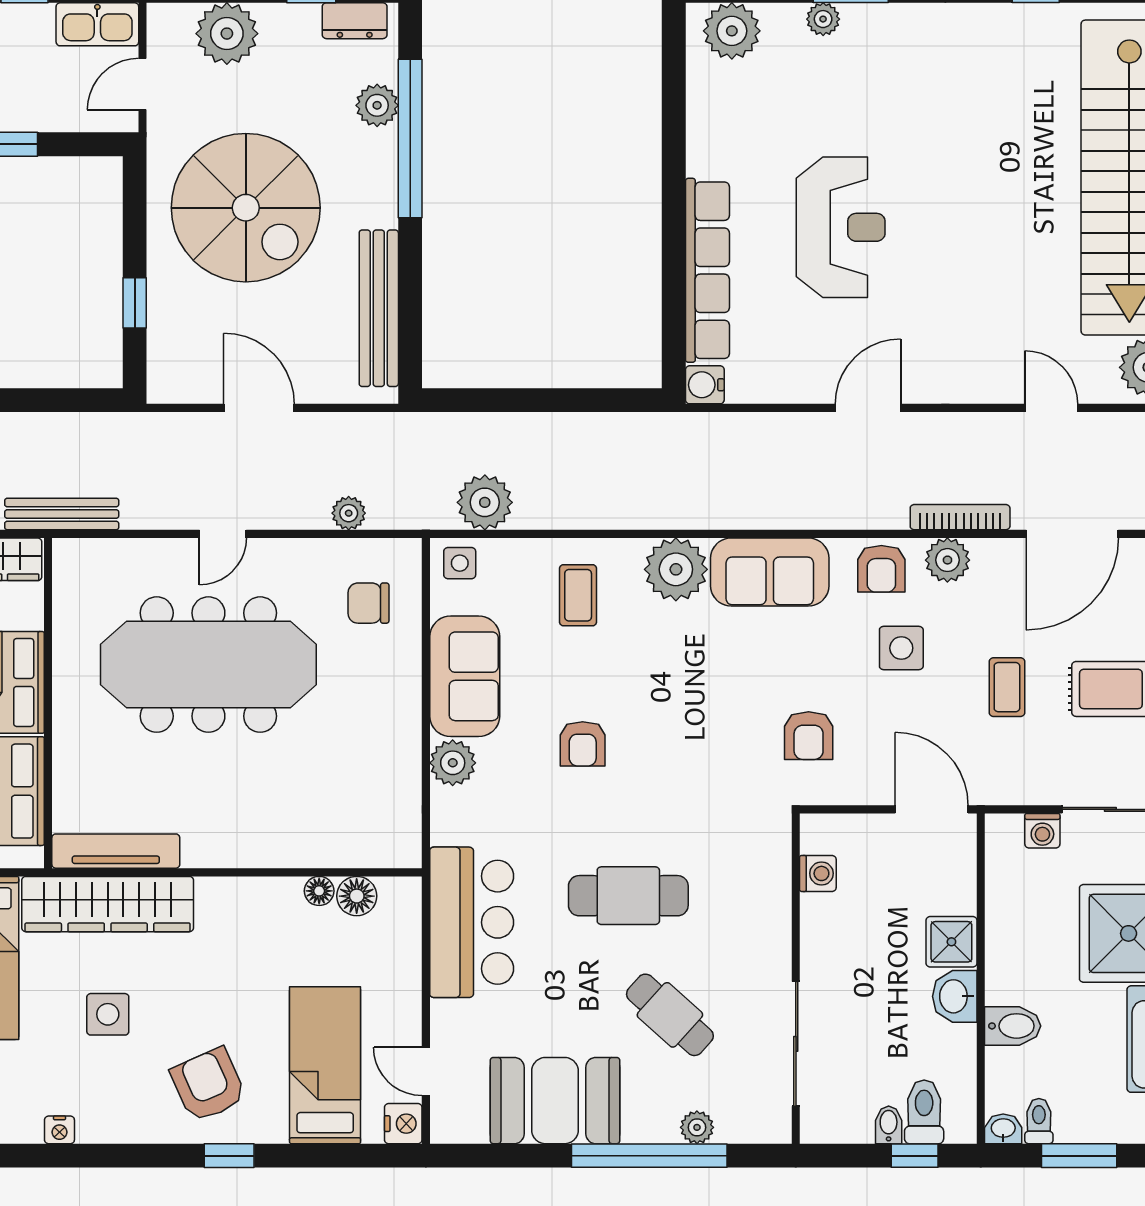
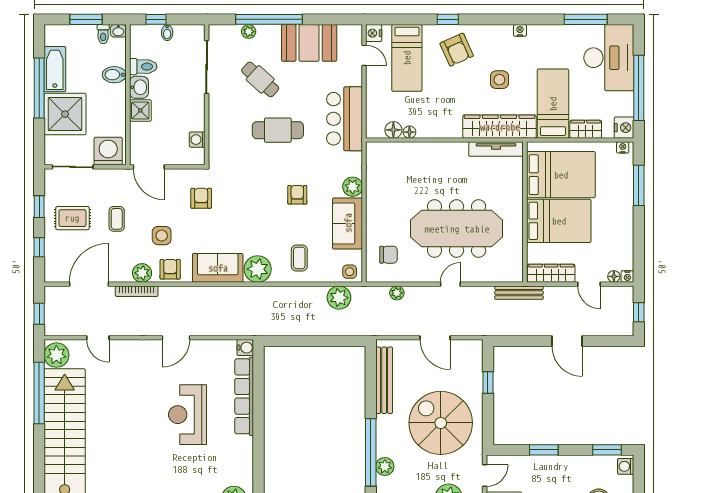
washing machine: (1042, 831) -> (108, 151), width x1.89, depth x1.89
toilet: (924, 1112) -> (143, 67), moved, turned -90

